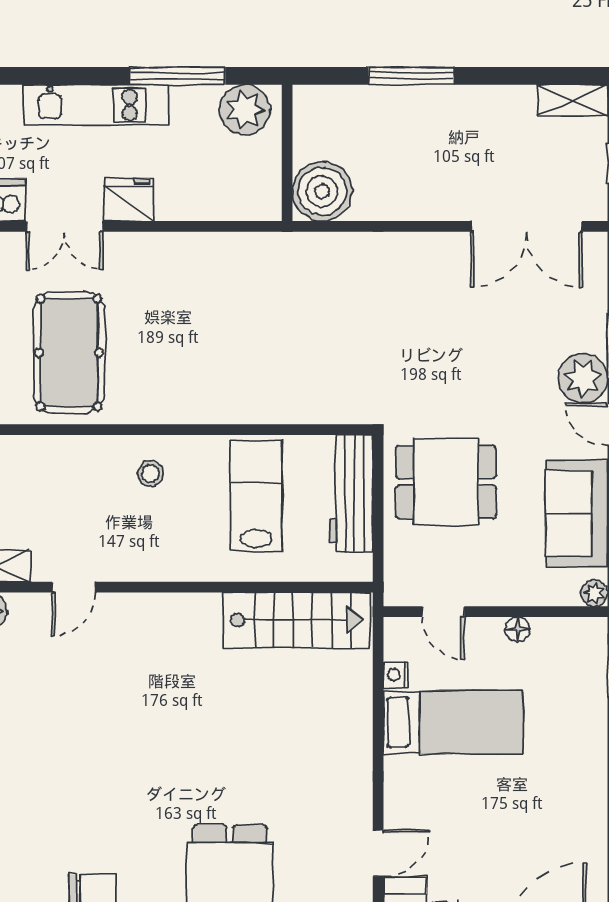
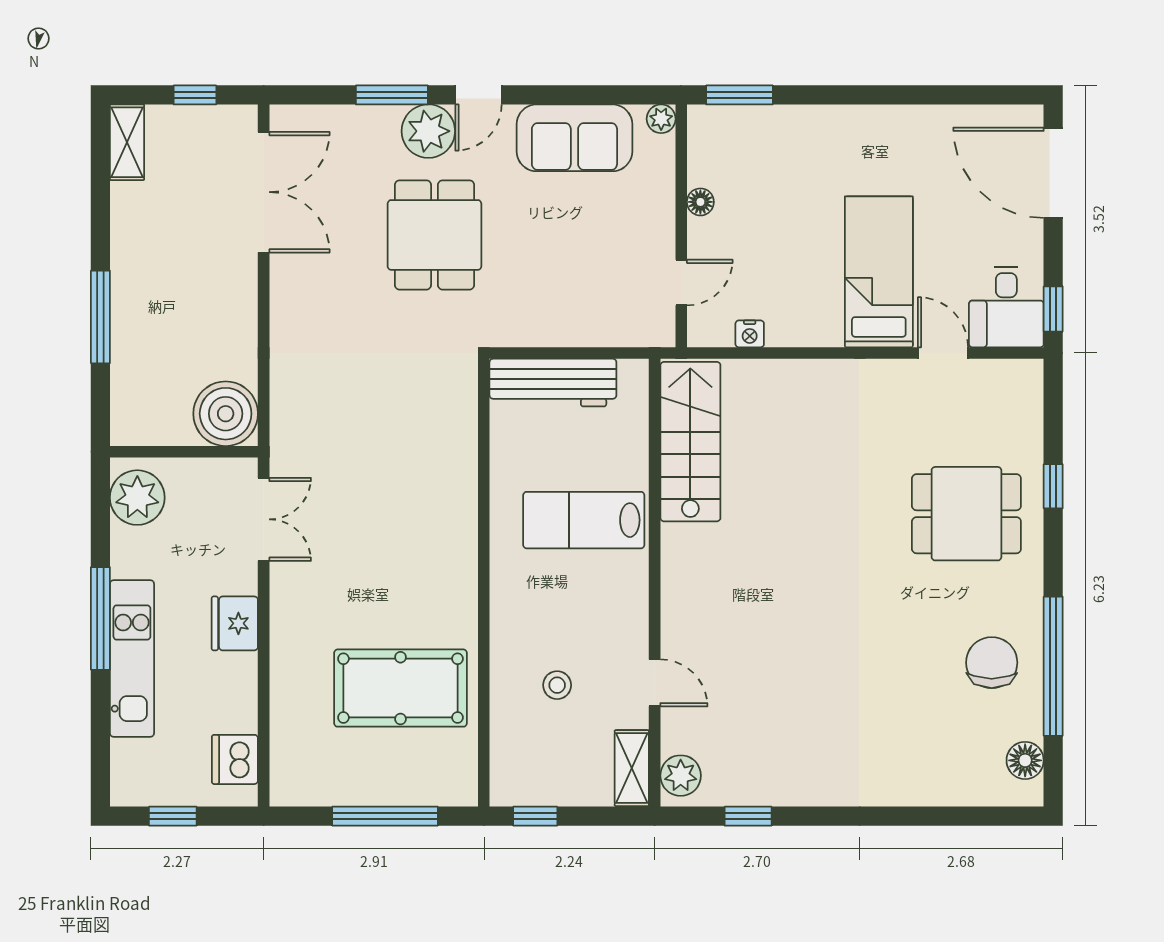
window: (178, 76) -> (100, 618), moved
double door: (65, 226) -> (264, 519), moved
stool: (150, 473) -> (557, 685), moved
dining table: (446, 482) -> (434, 235), moved
lab bench: (256, 496) -> (584, 520), moved
bed: (453, 722) -> (879, 272), moved

